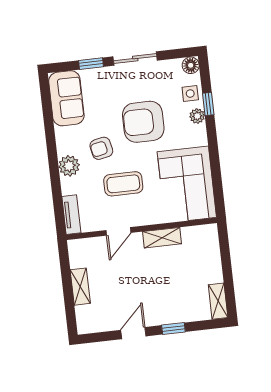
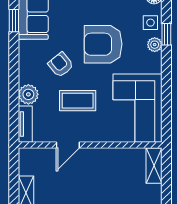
window: (47, 108) -> (14, 21), added
armchair: (101, 148) -> (61, 65), turned 63
plant: (69, 166) -> (28, 94), moved
shelving: (162, 238) -> (154, 166), moved, turned 90

